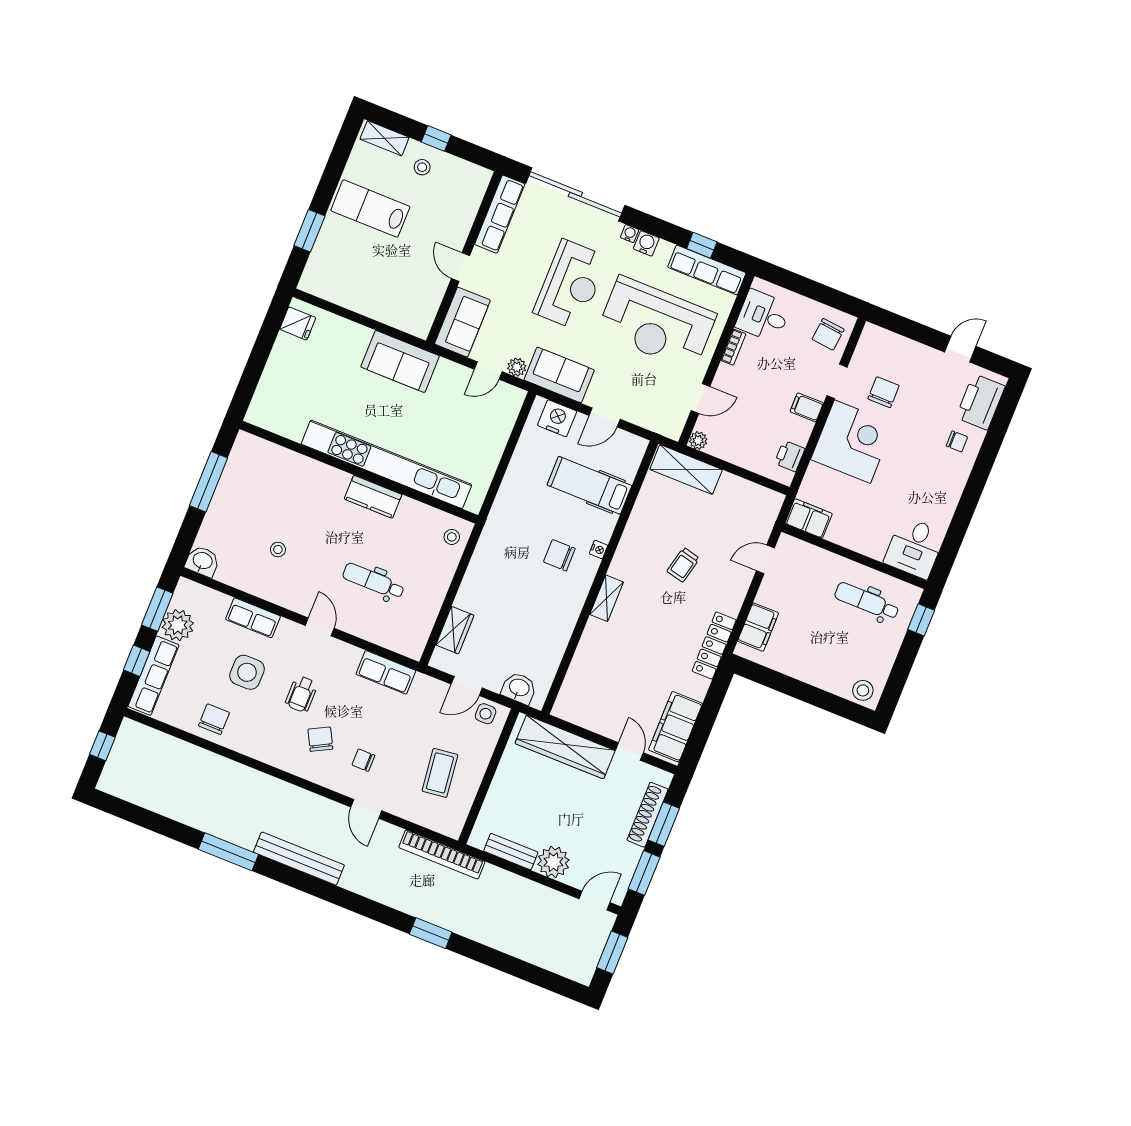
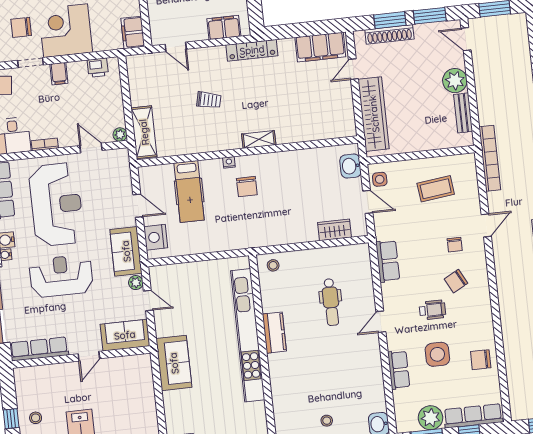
stool: (278, 550) -> (327, 421), moved

